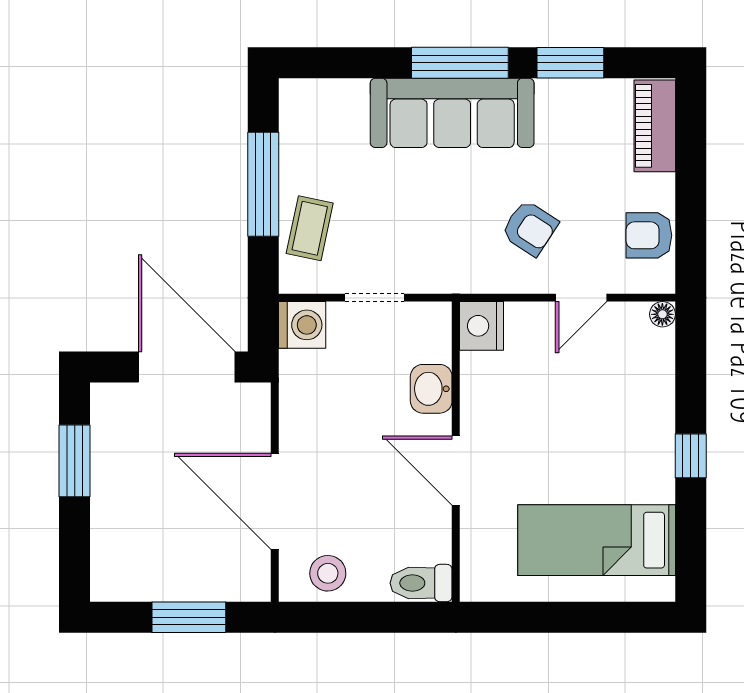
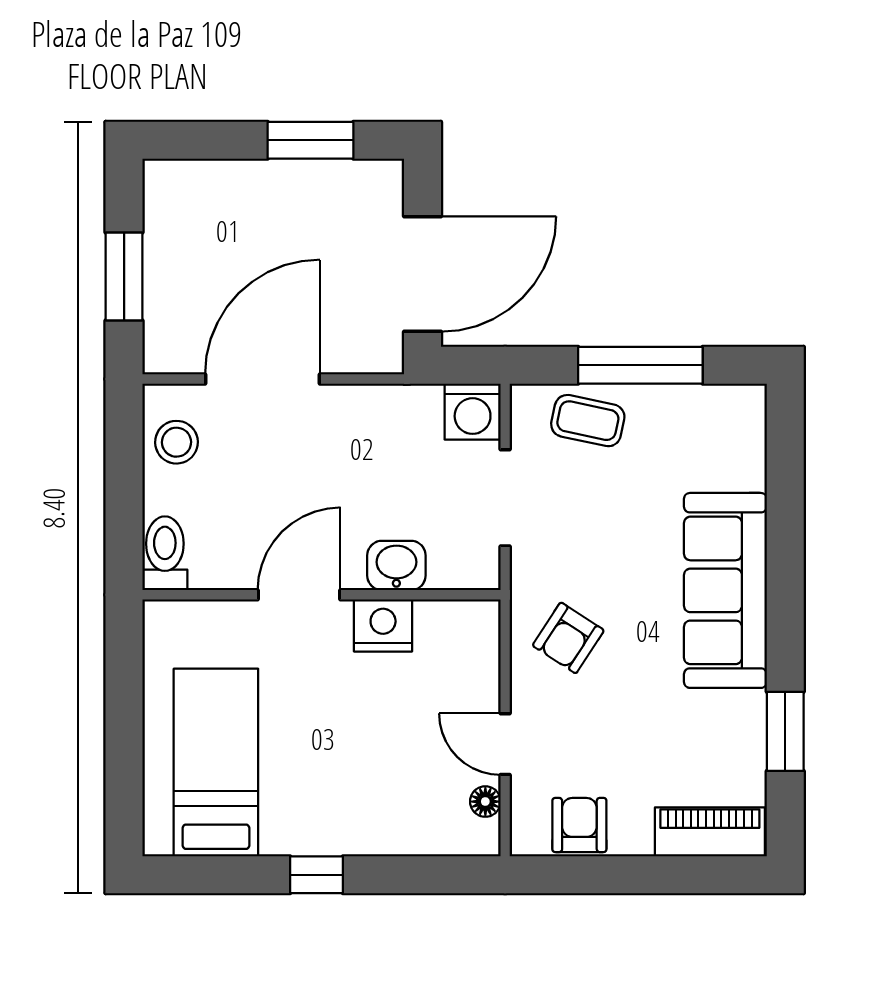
window: (460, 63) -> (785, 600), removed
armchair: (530, 228) -> (568, 638), moved
doorway: (374, 298) -> (505, 498), width x1.38
floor lamp: (662, 314) -> (485, 802), moved
nightstand: (482, 326) -> (383, 625), moved

